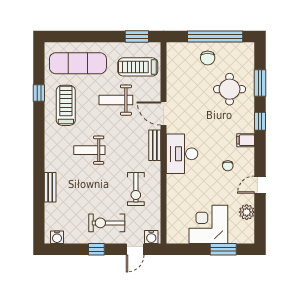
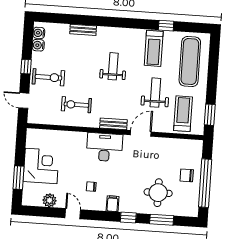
treadmill: (66, 105) -> (154, 48), turned 90
exercise bike: (107, 223) -> (48, 77), turned 90
water cooler: (151, 237) -> (38, 45), moved

